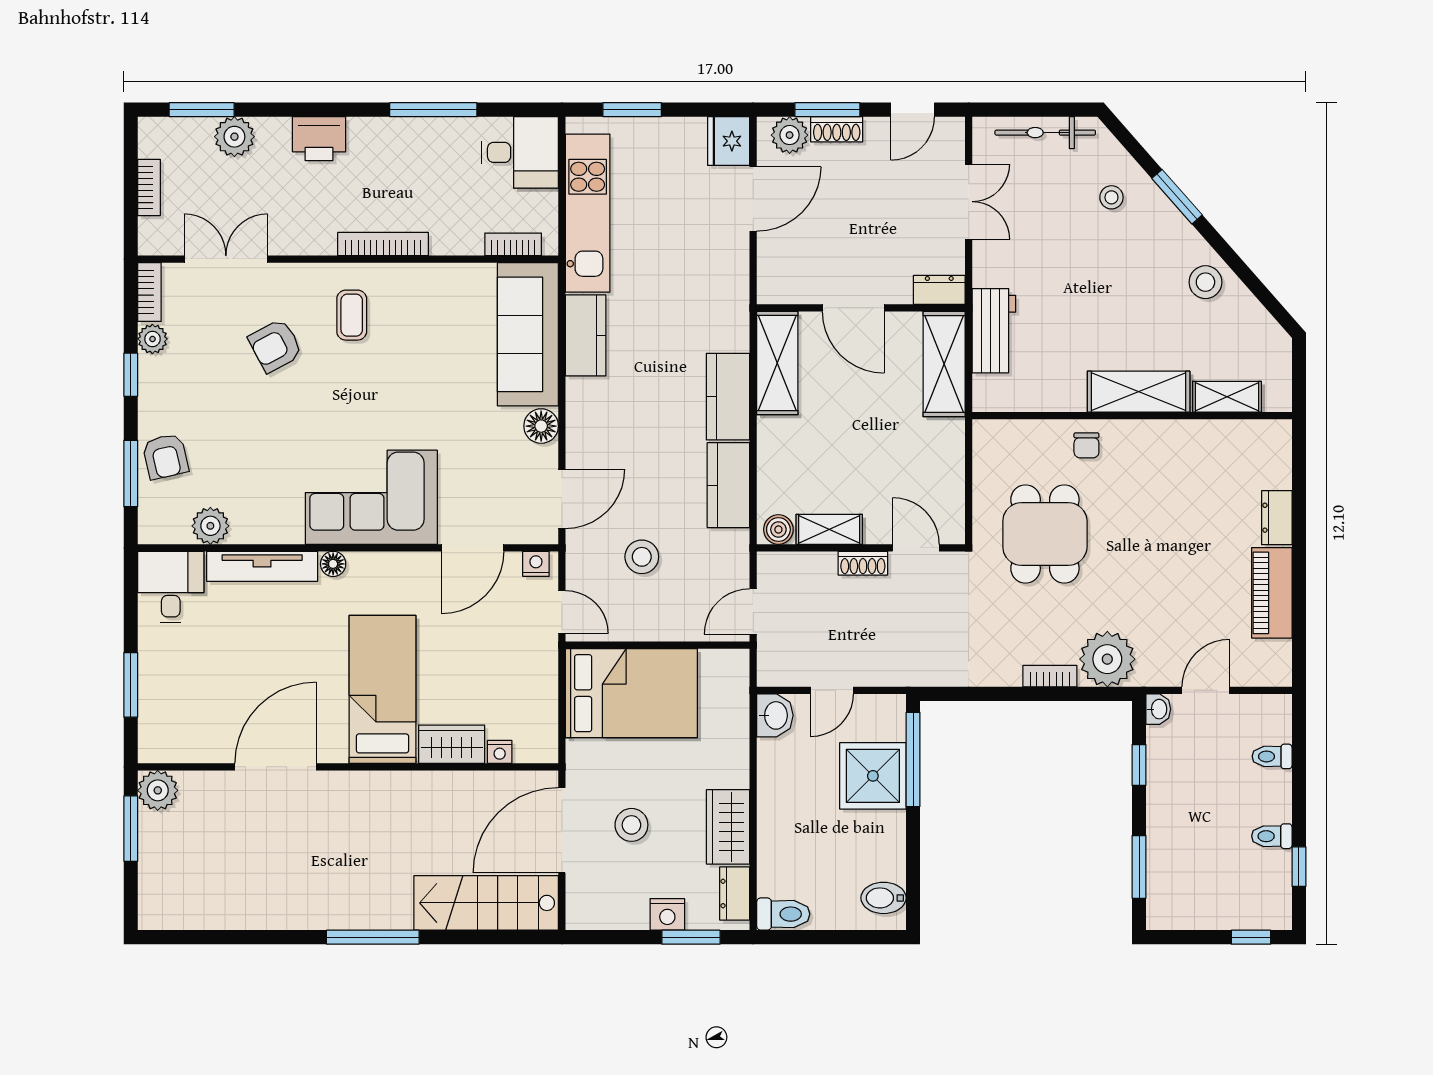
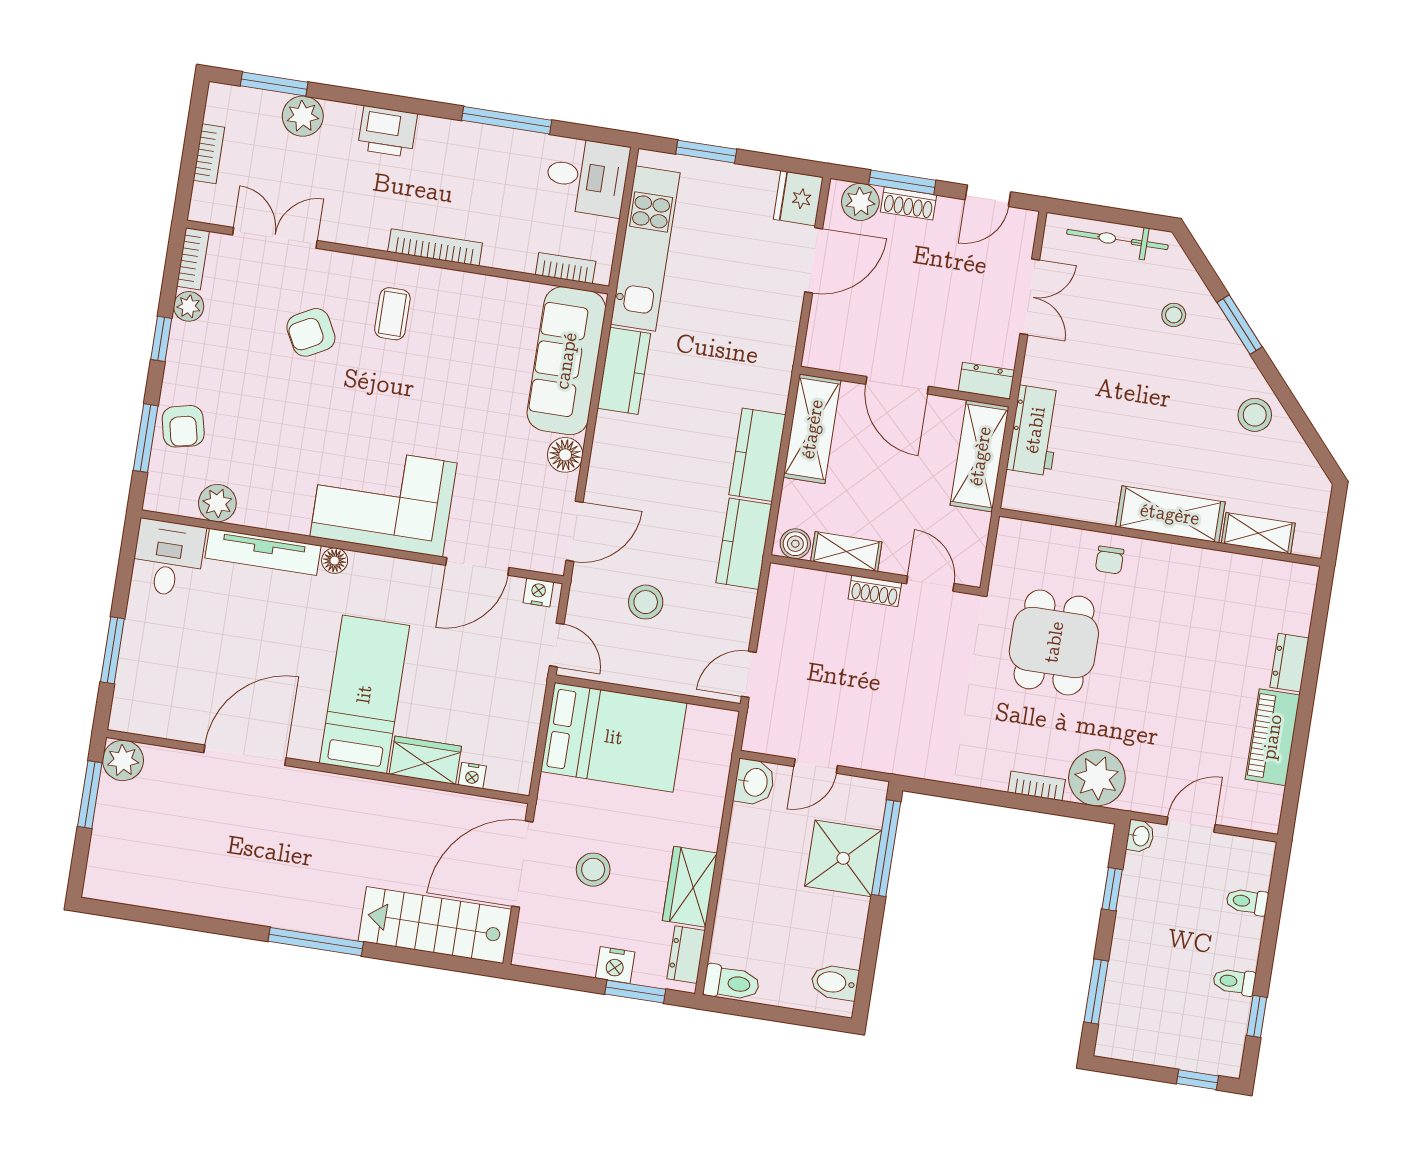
boiler: (778, 529) -> (795, 544), moved
shelving: (829, 529) -> (846, 552), moved
wall: (861, 548) -> (875, 575), moved
door: (916, 548) -> (930, 584), moved
shoe rack: (863, 563) -> (875, 591), moved

